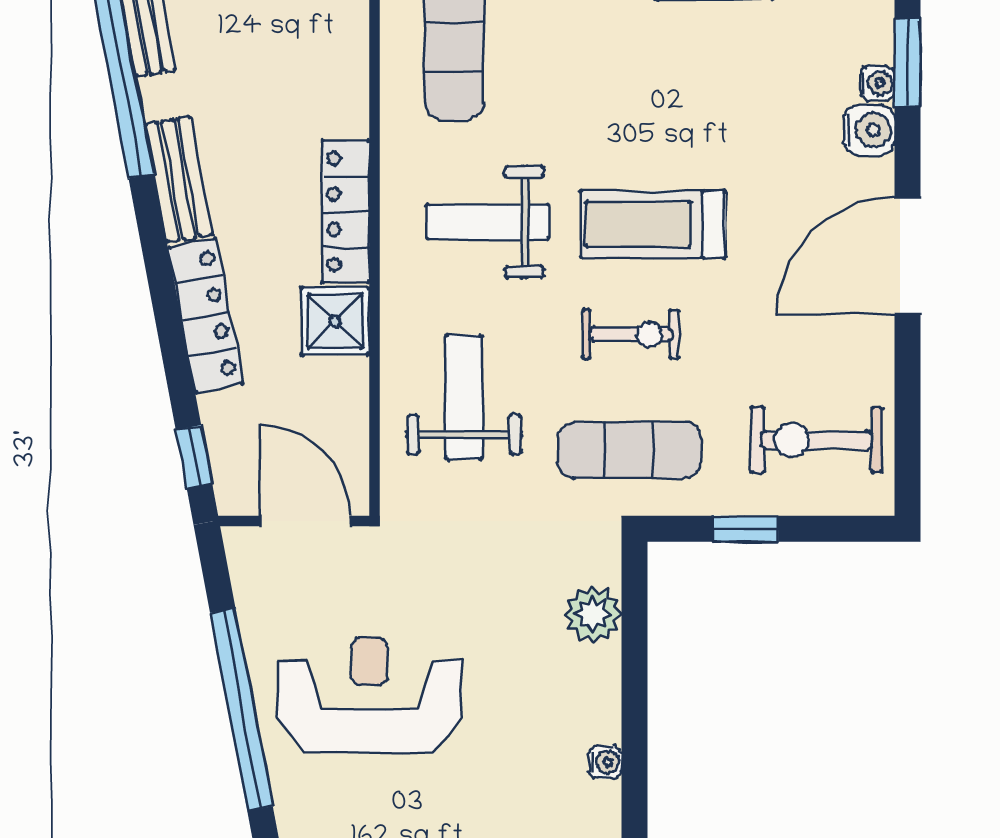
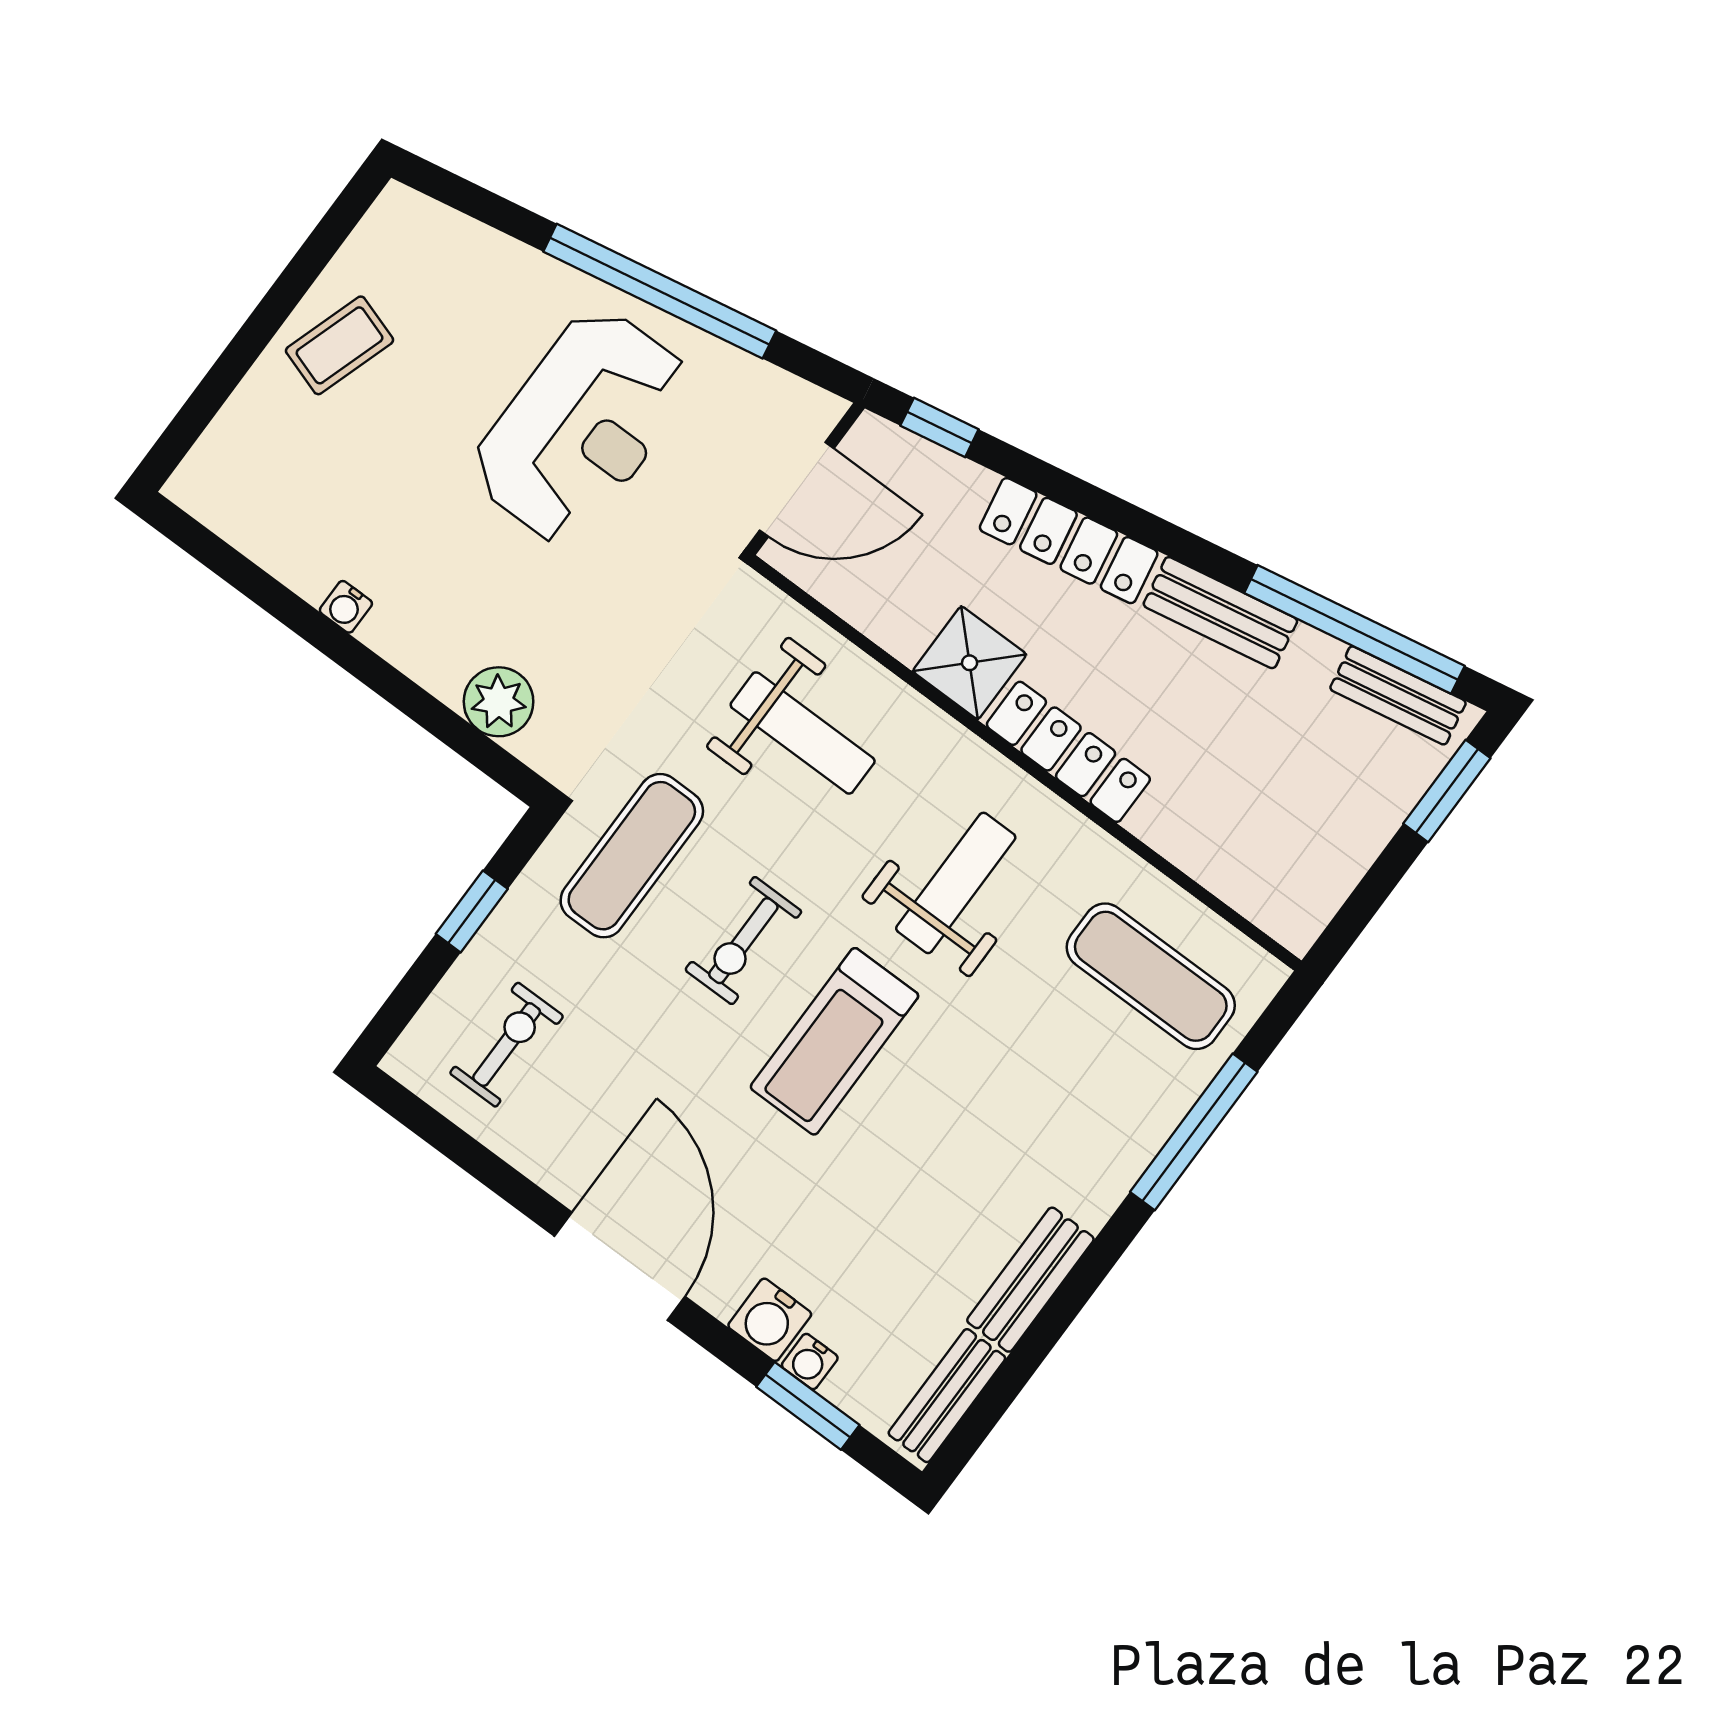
treadmill: (653, 224) -> (834, 1041), turned 180
exercise bike: (816, 440) -> (507, 1045), width x0.73, depth x0.72

